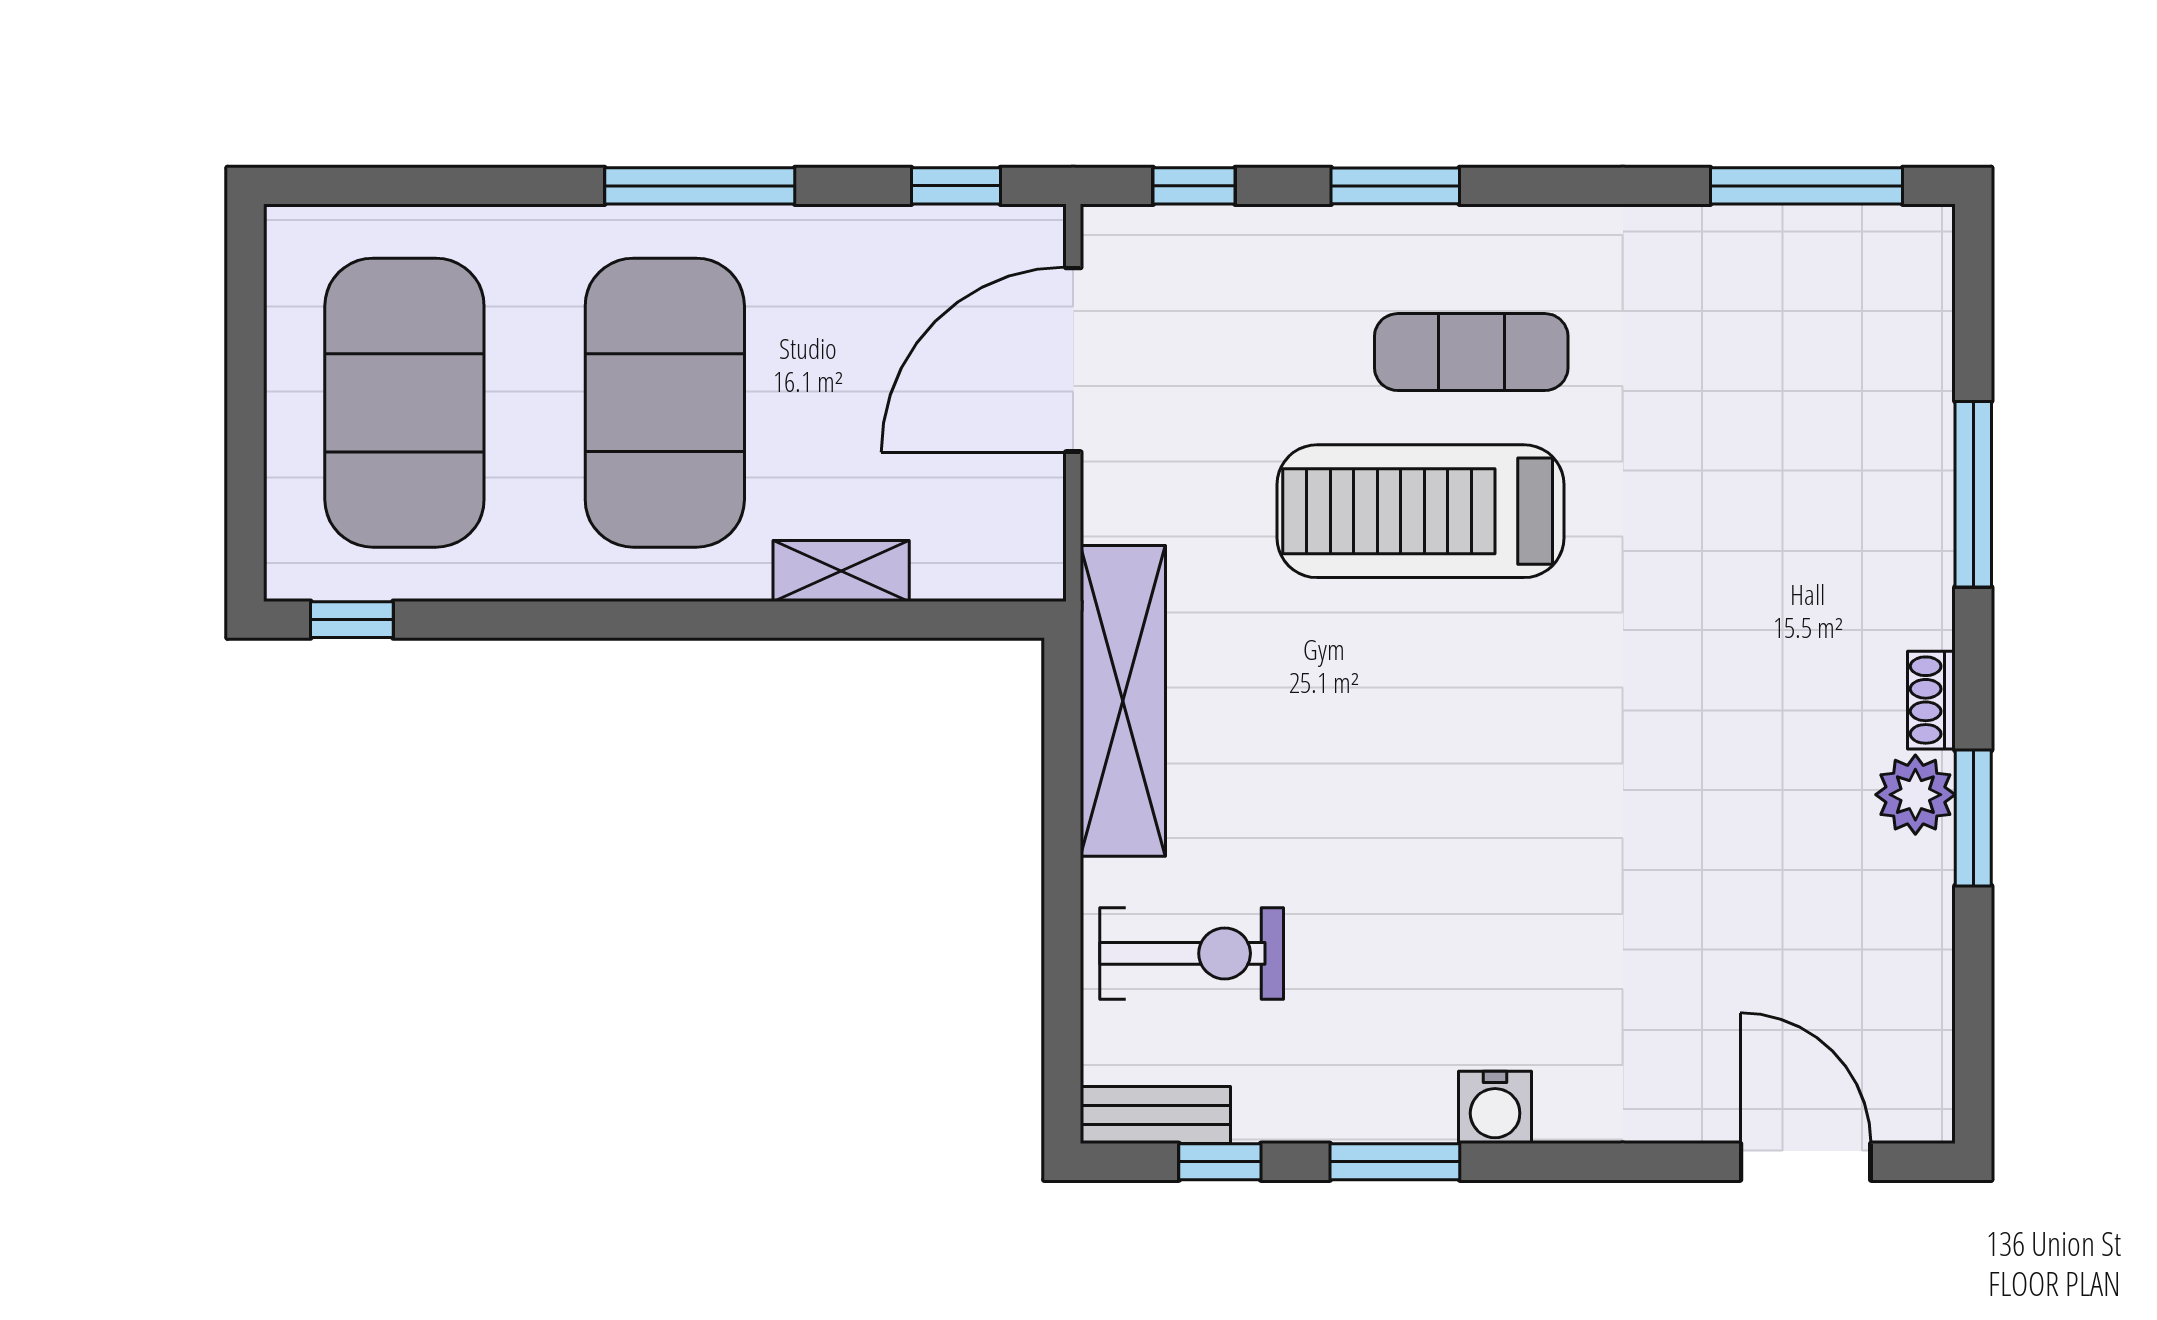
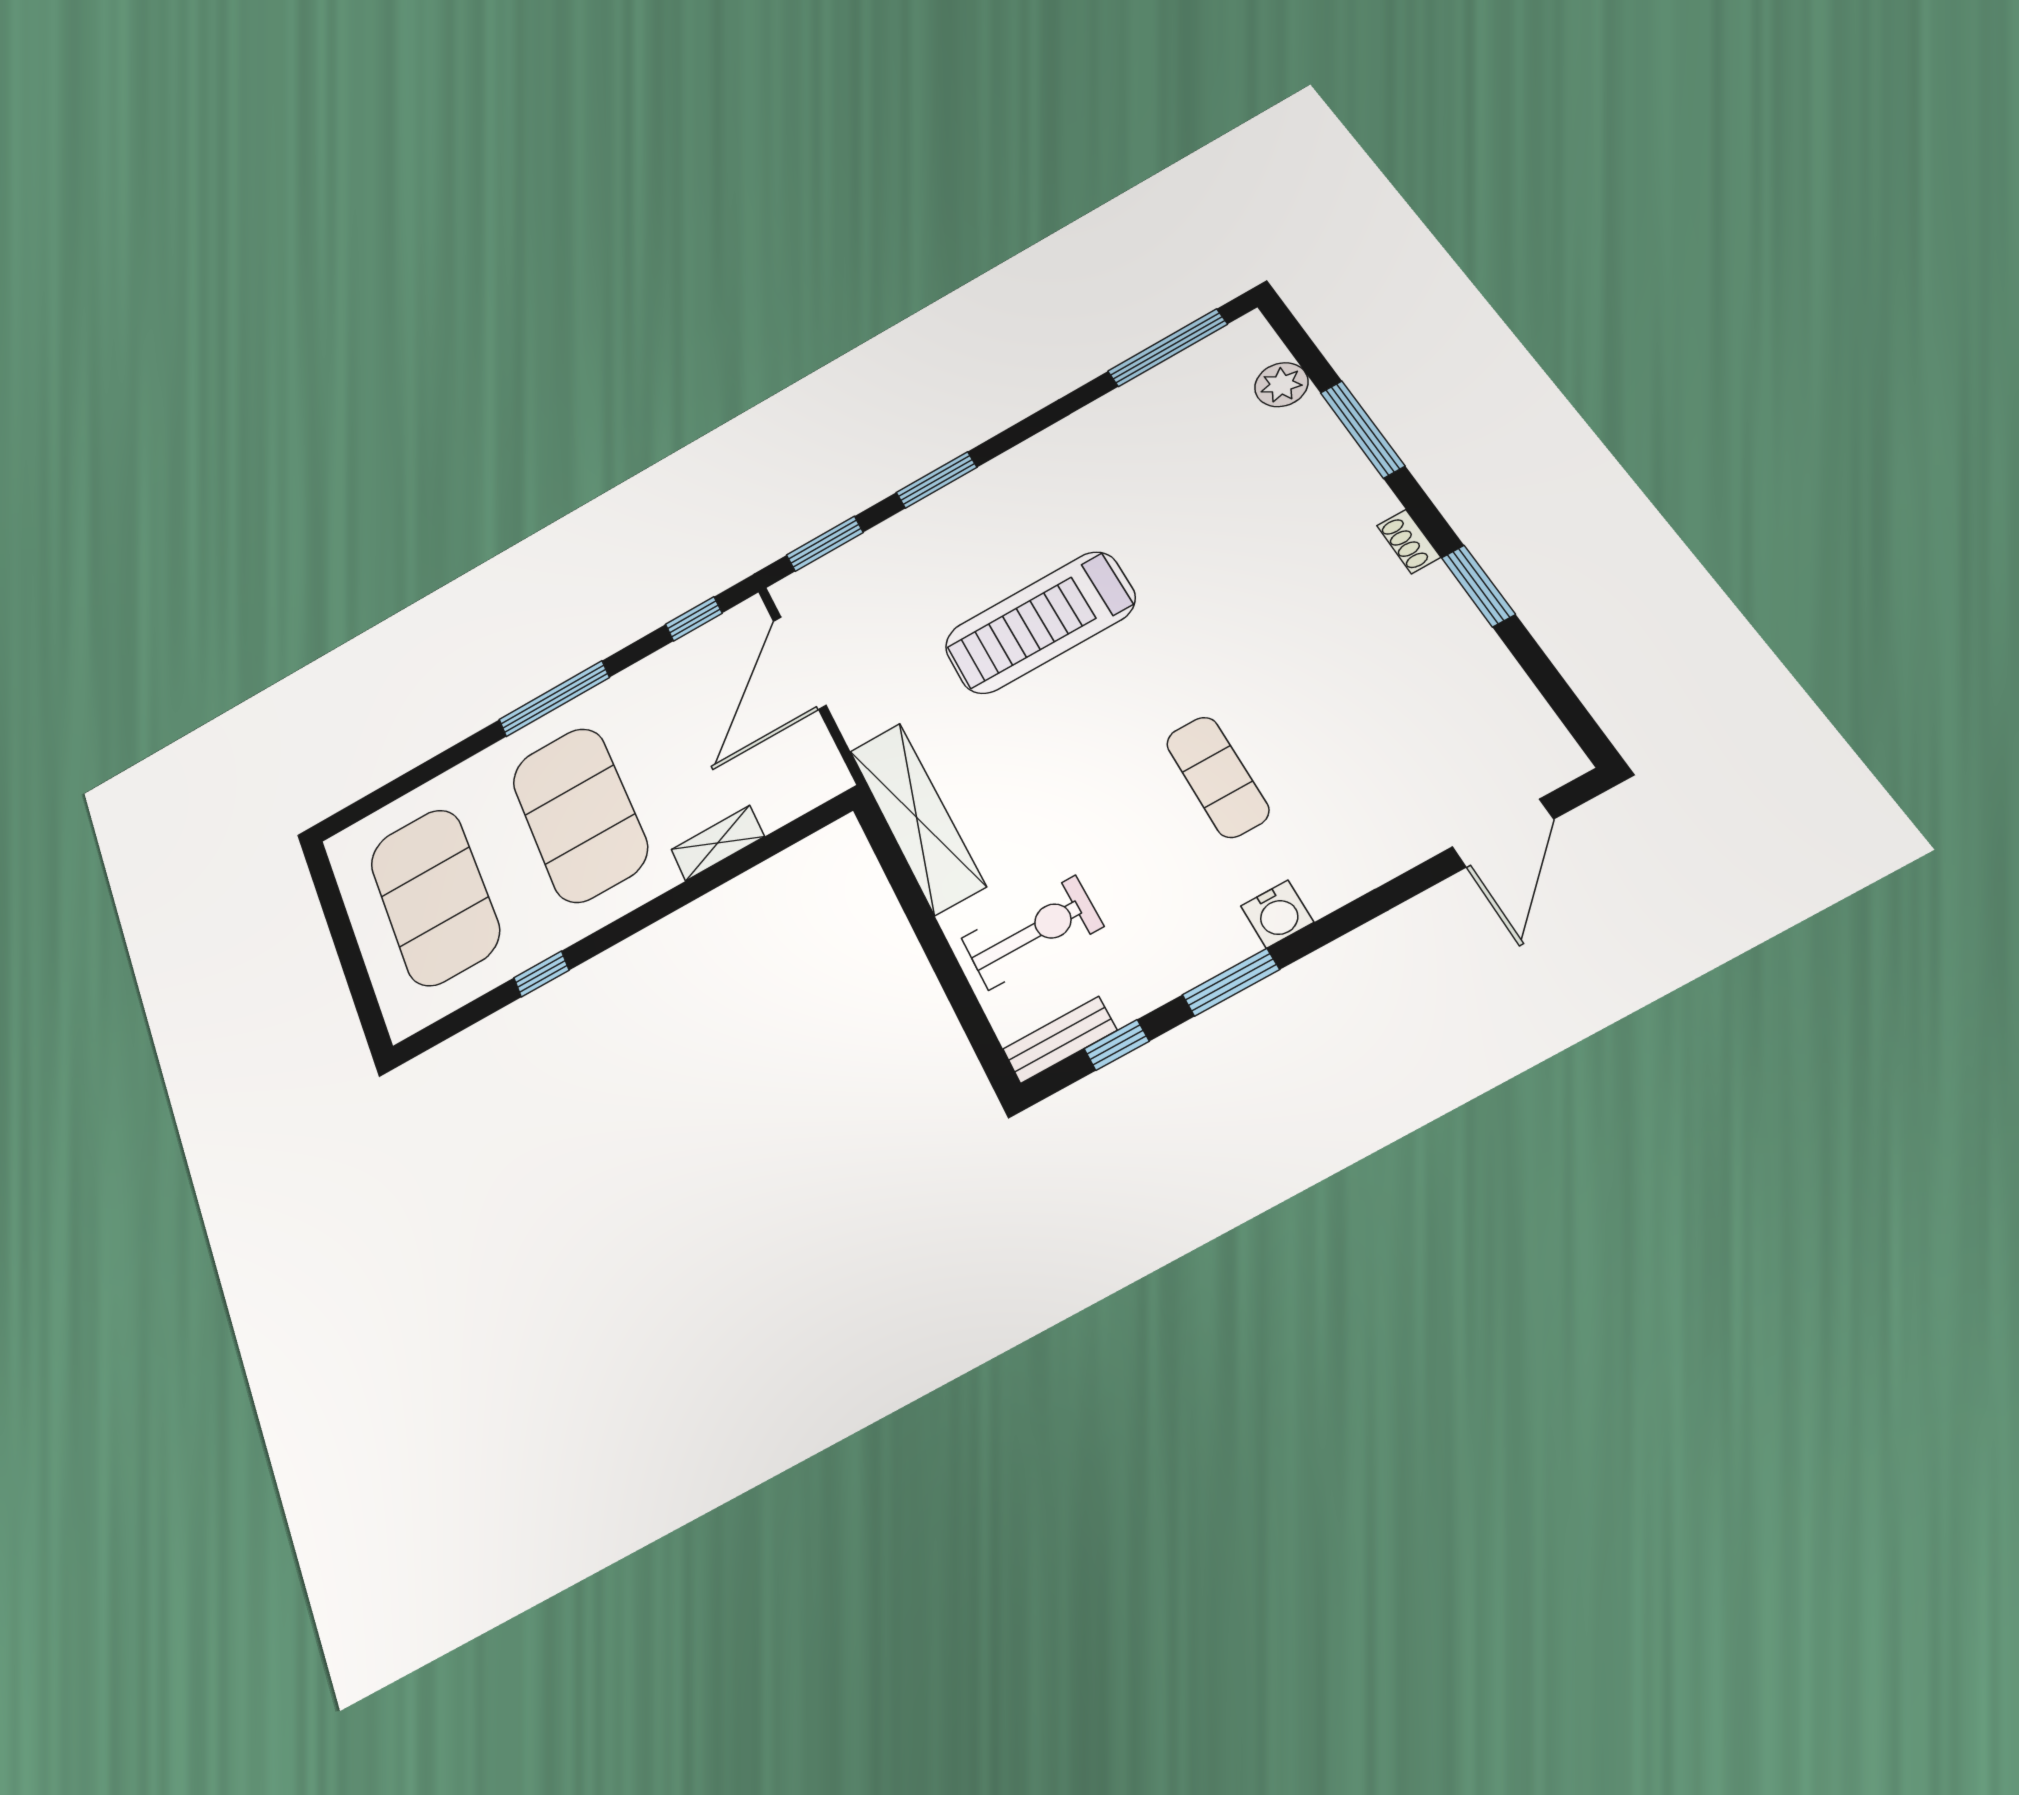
window: (1194, 186) -> (825, 544), width x1.50
exercise mat: (1471, 352) -> (1217, 777), moved, turned 90
window: (352, 620) -> (541, 974), moved
plant: (1915, 795) -> (1281, 385), moved
door: (1806, 1162) -> (1503, 833), swing flipped

